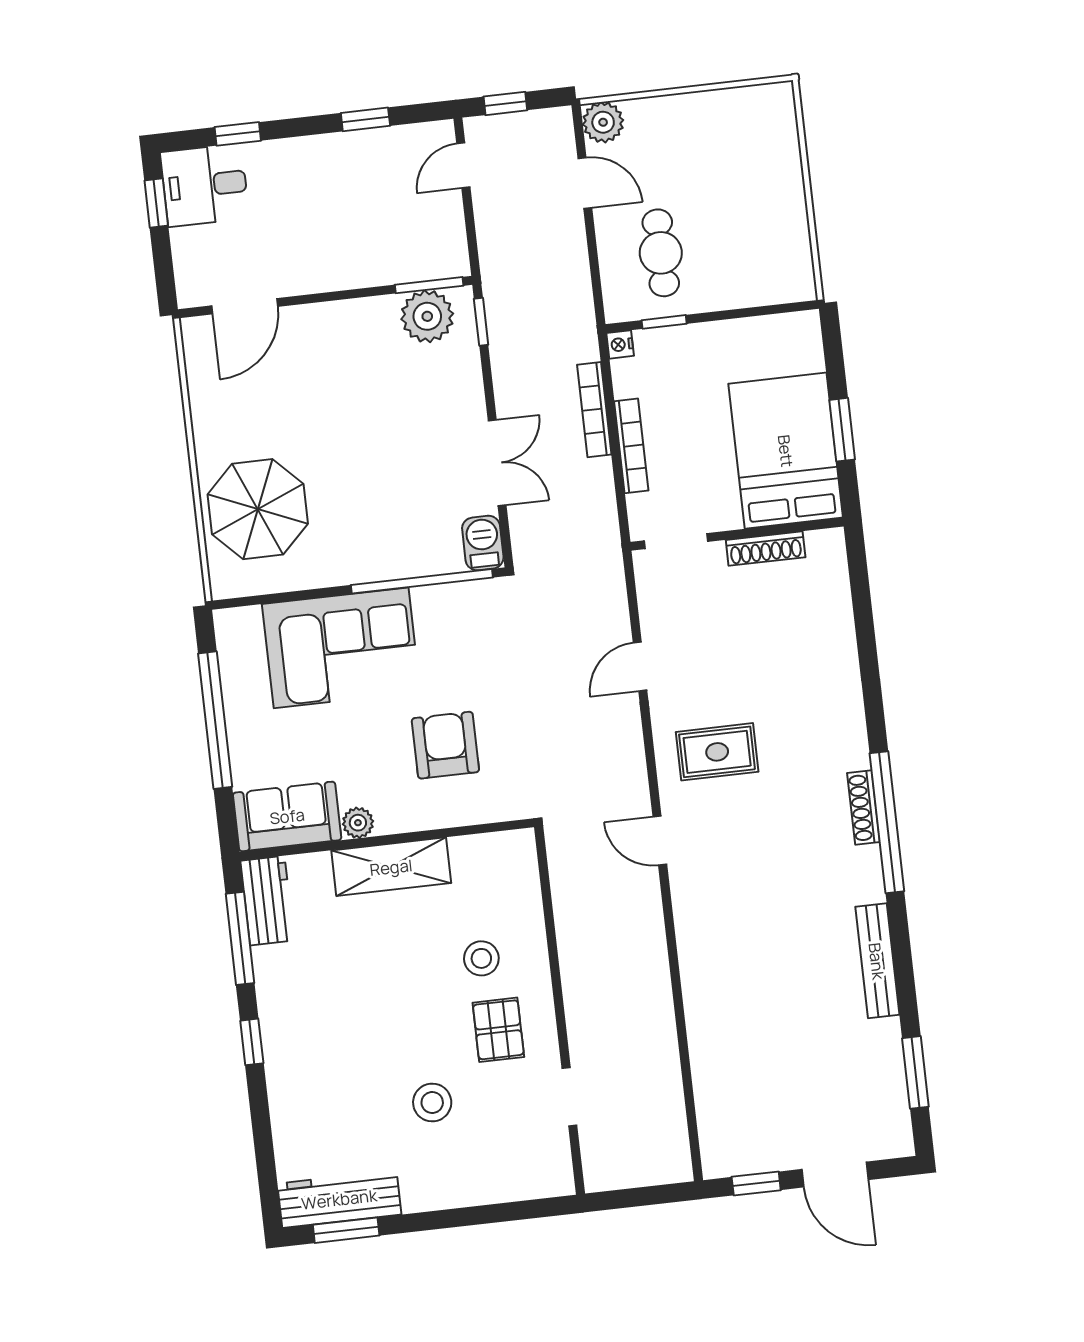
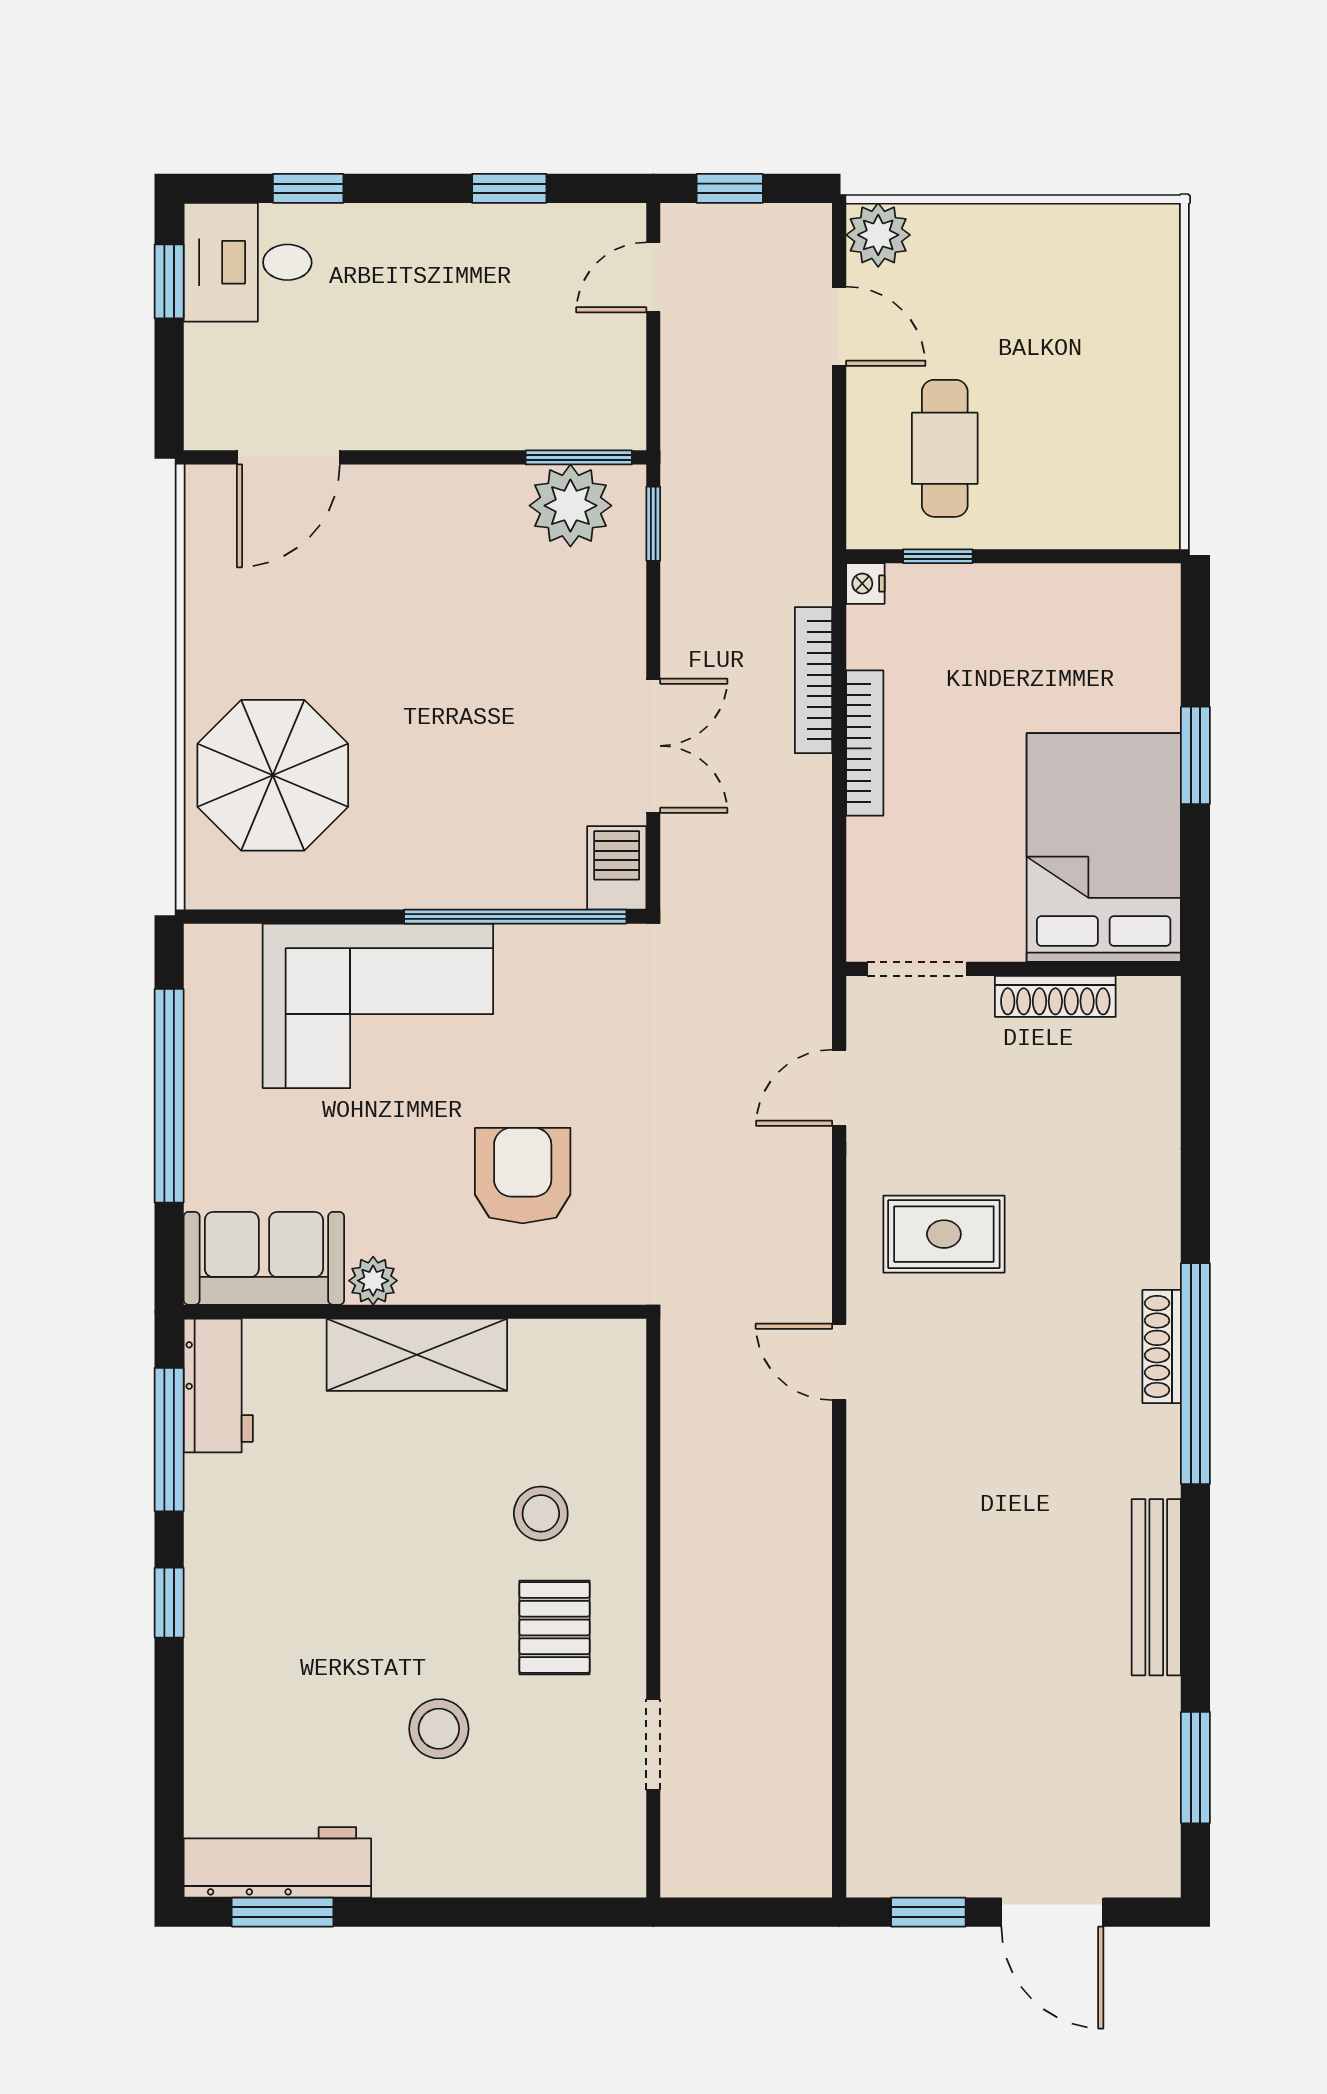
bed: (786, 451) -> (1104, 848), moved
wall: (737, 534) -> (1014, 969), moved
doorway: (676, 541) -> (917, 969), moved
shoe rack: (766, 549) -> (1055, 996), moved

